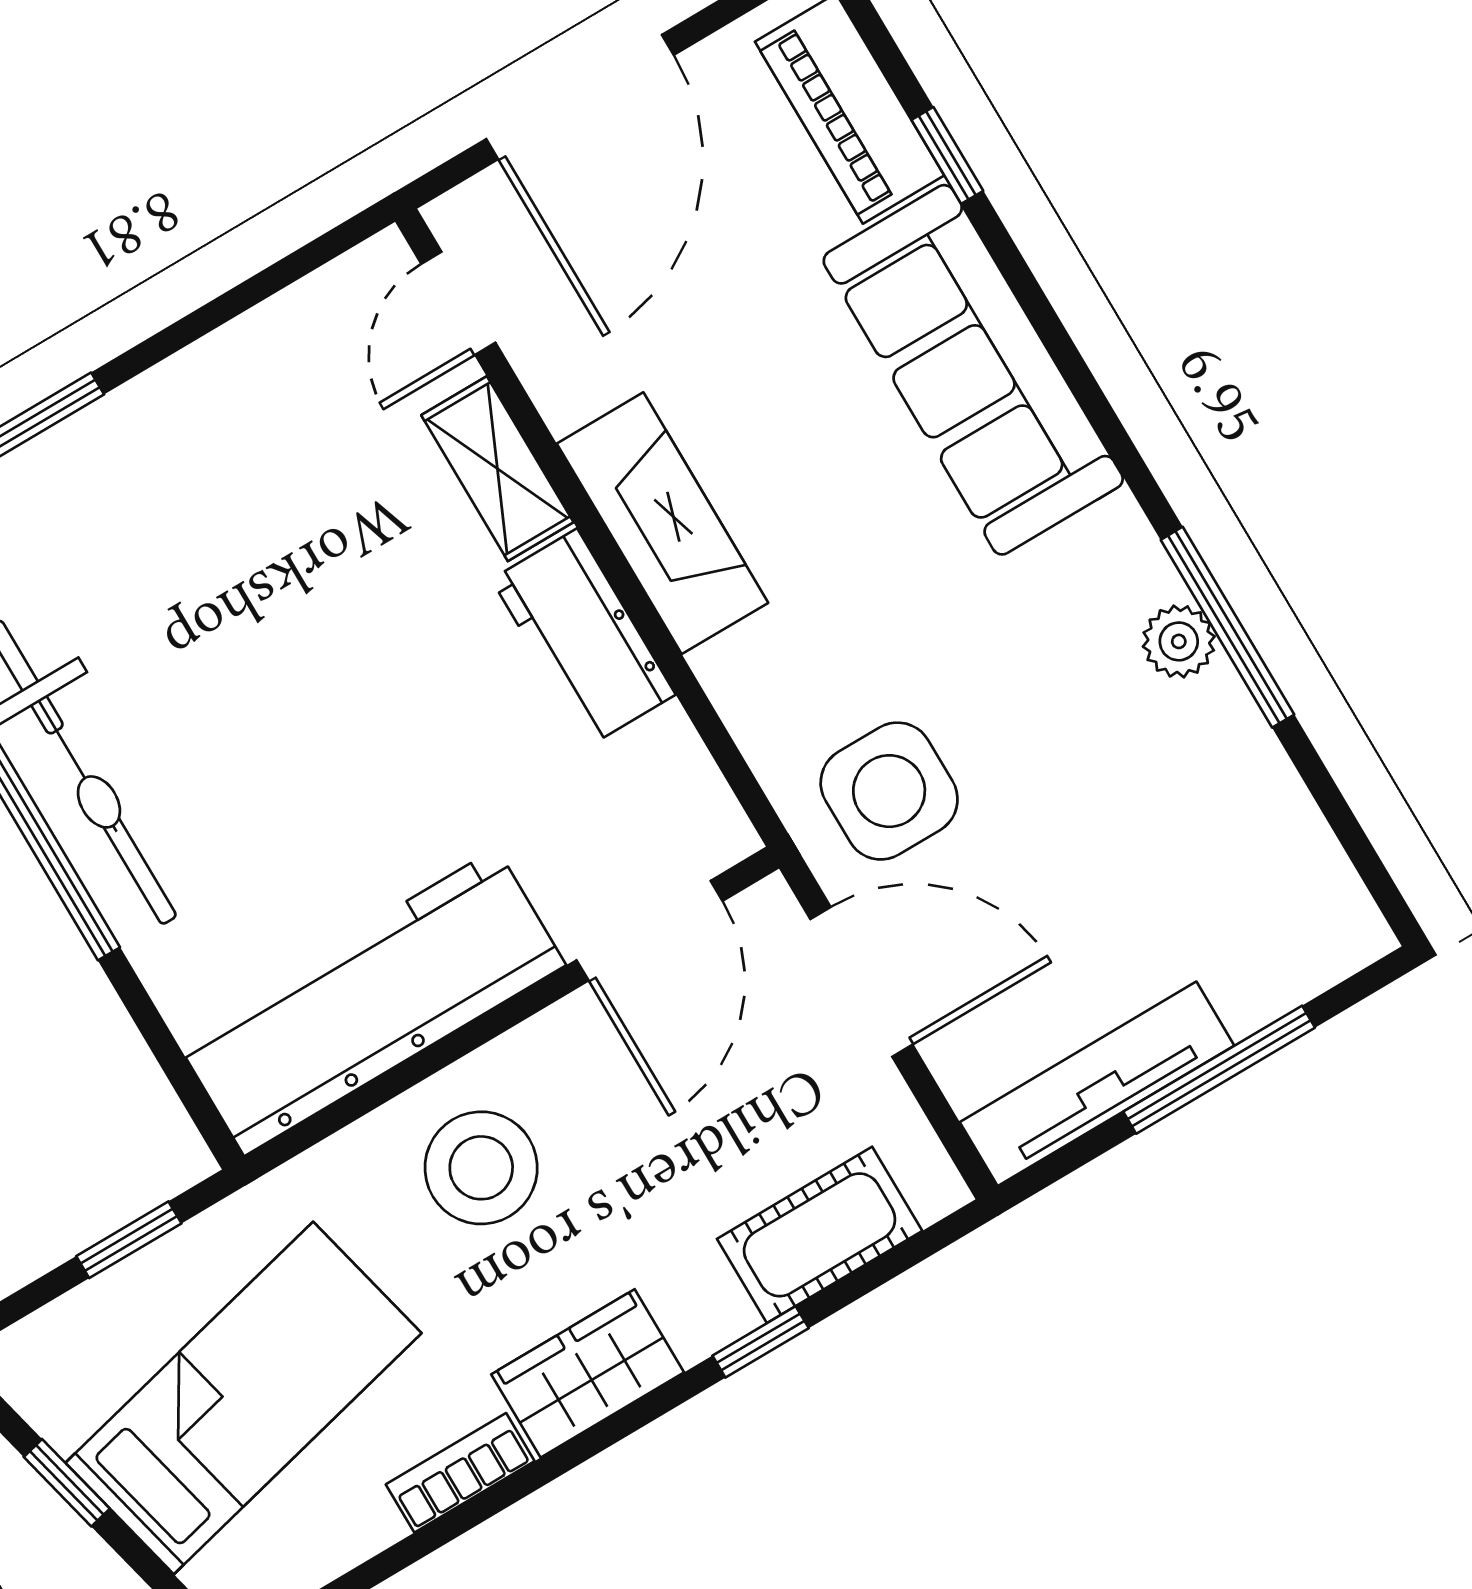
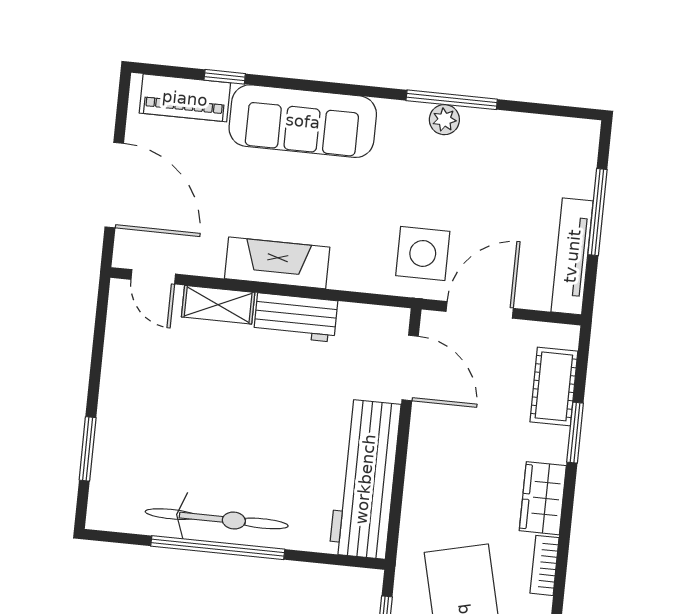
stool: (481, 1168) -> (448, 483), removed
window: (761, 1342) -> (575, 433), width x1.50

